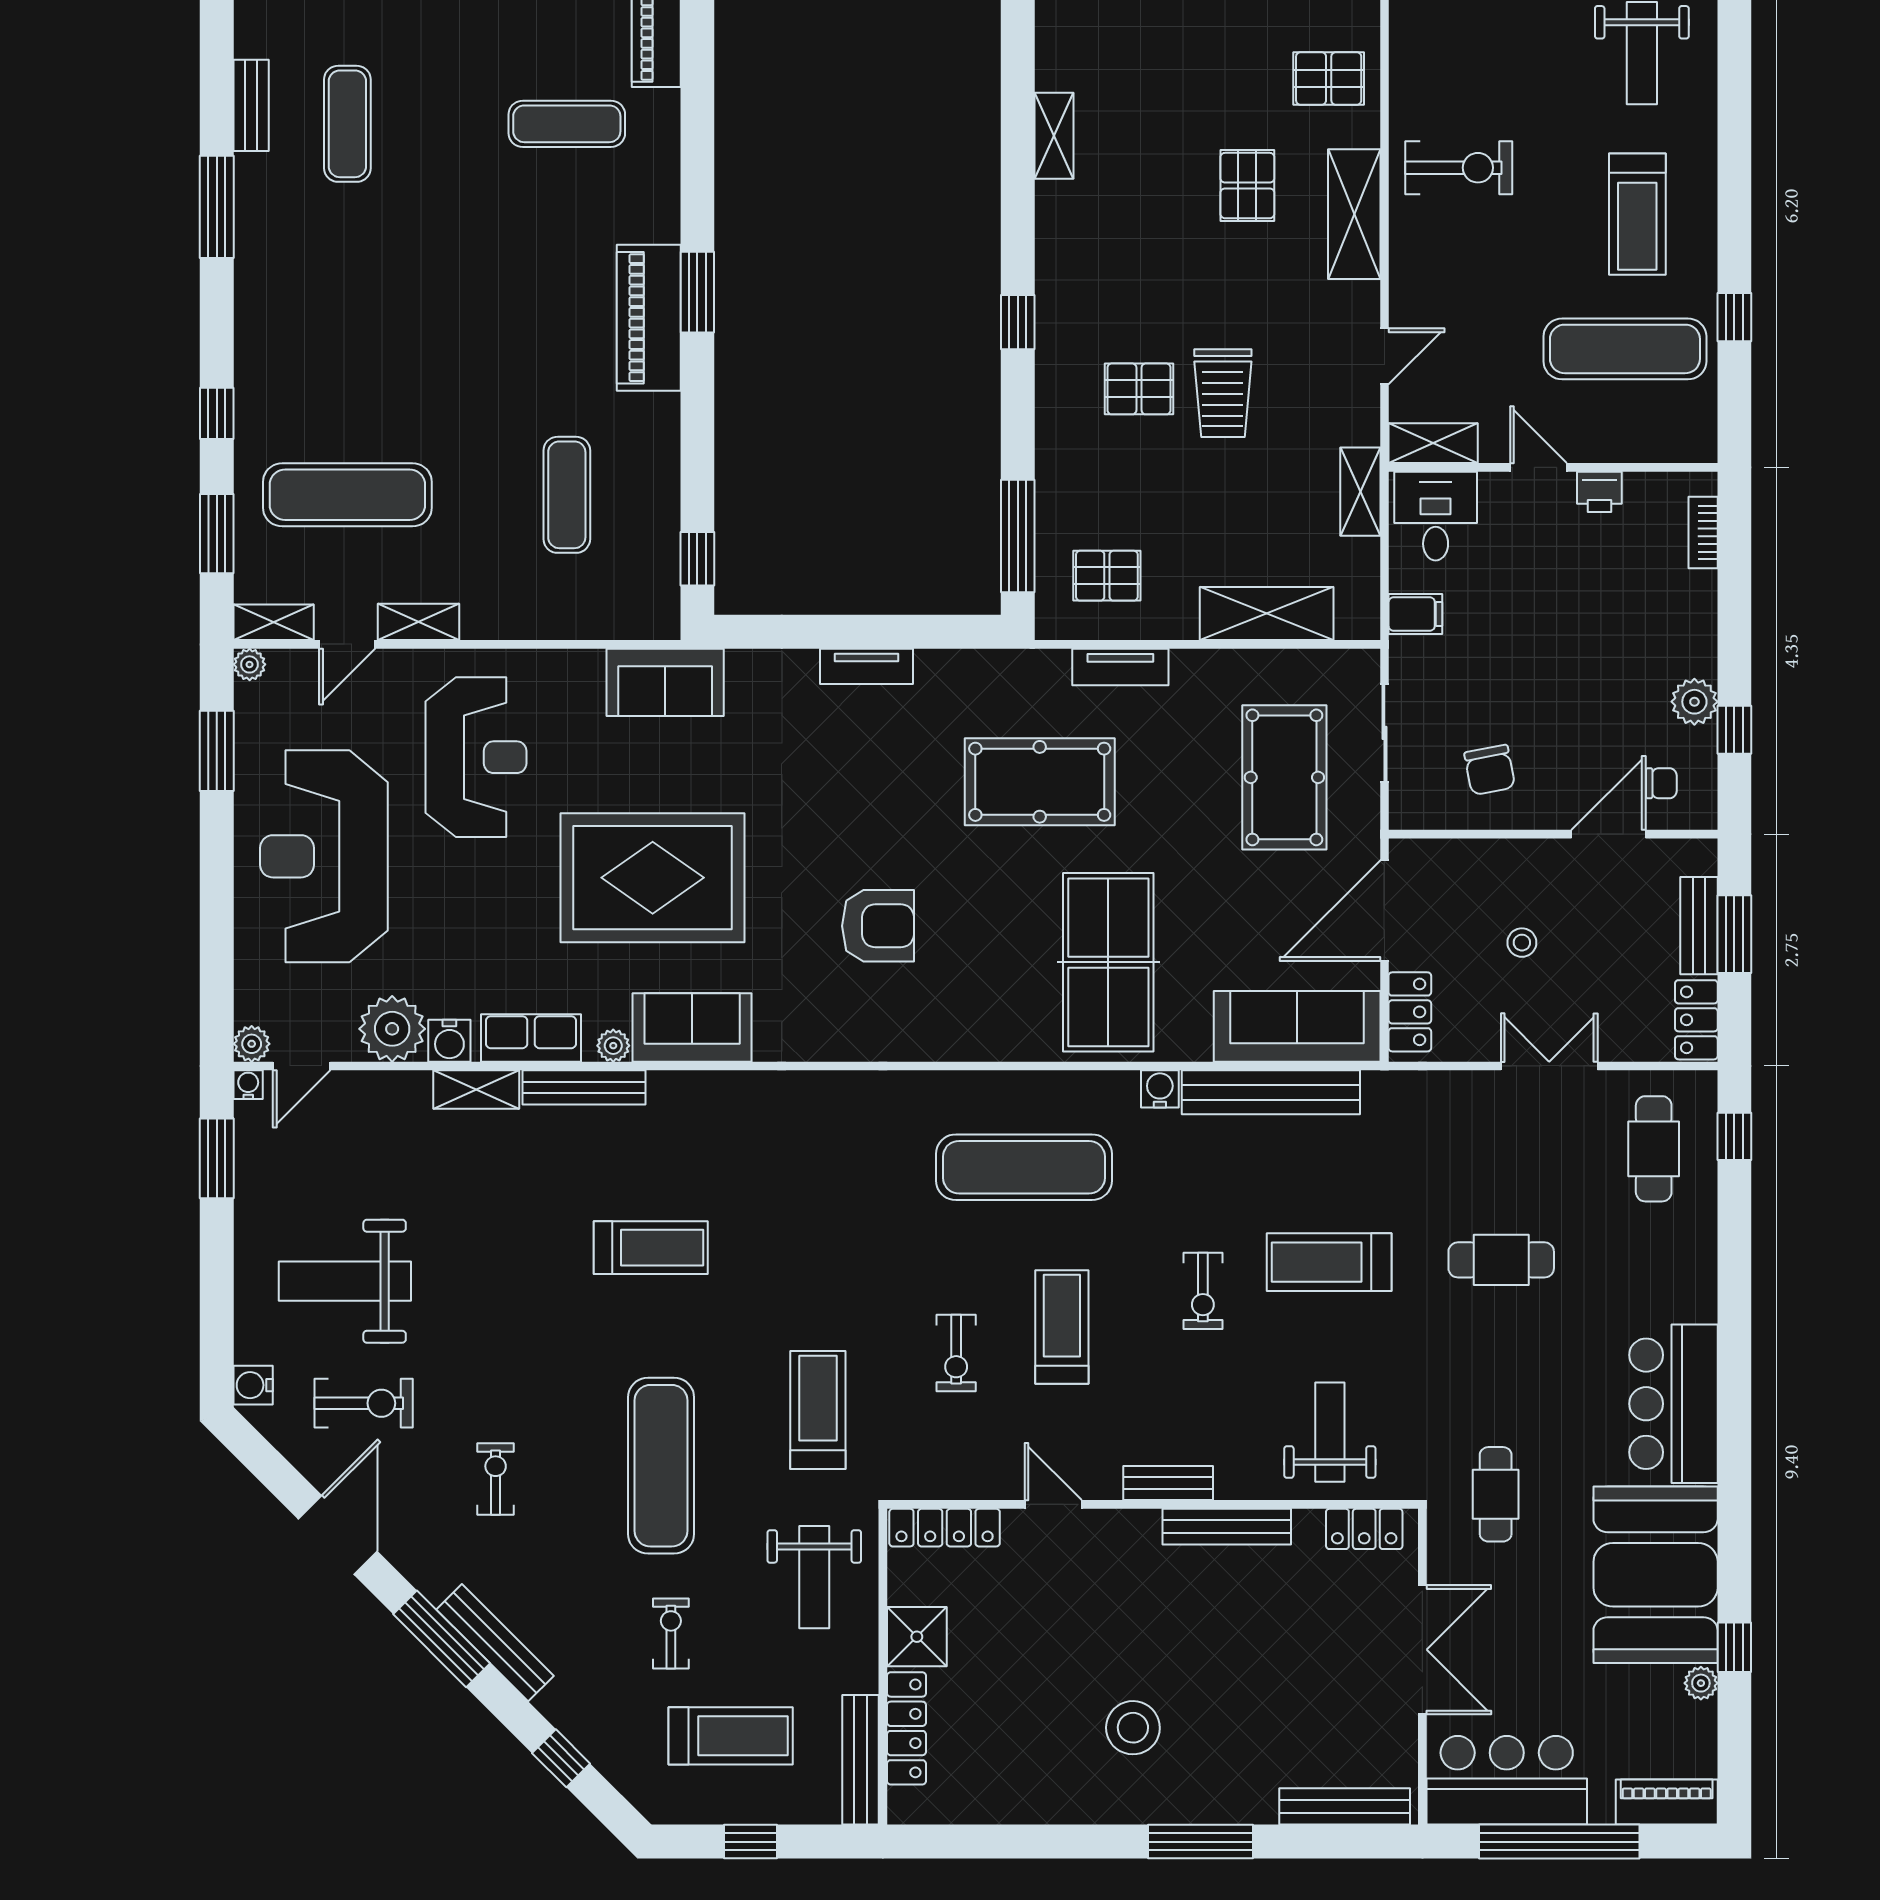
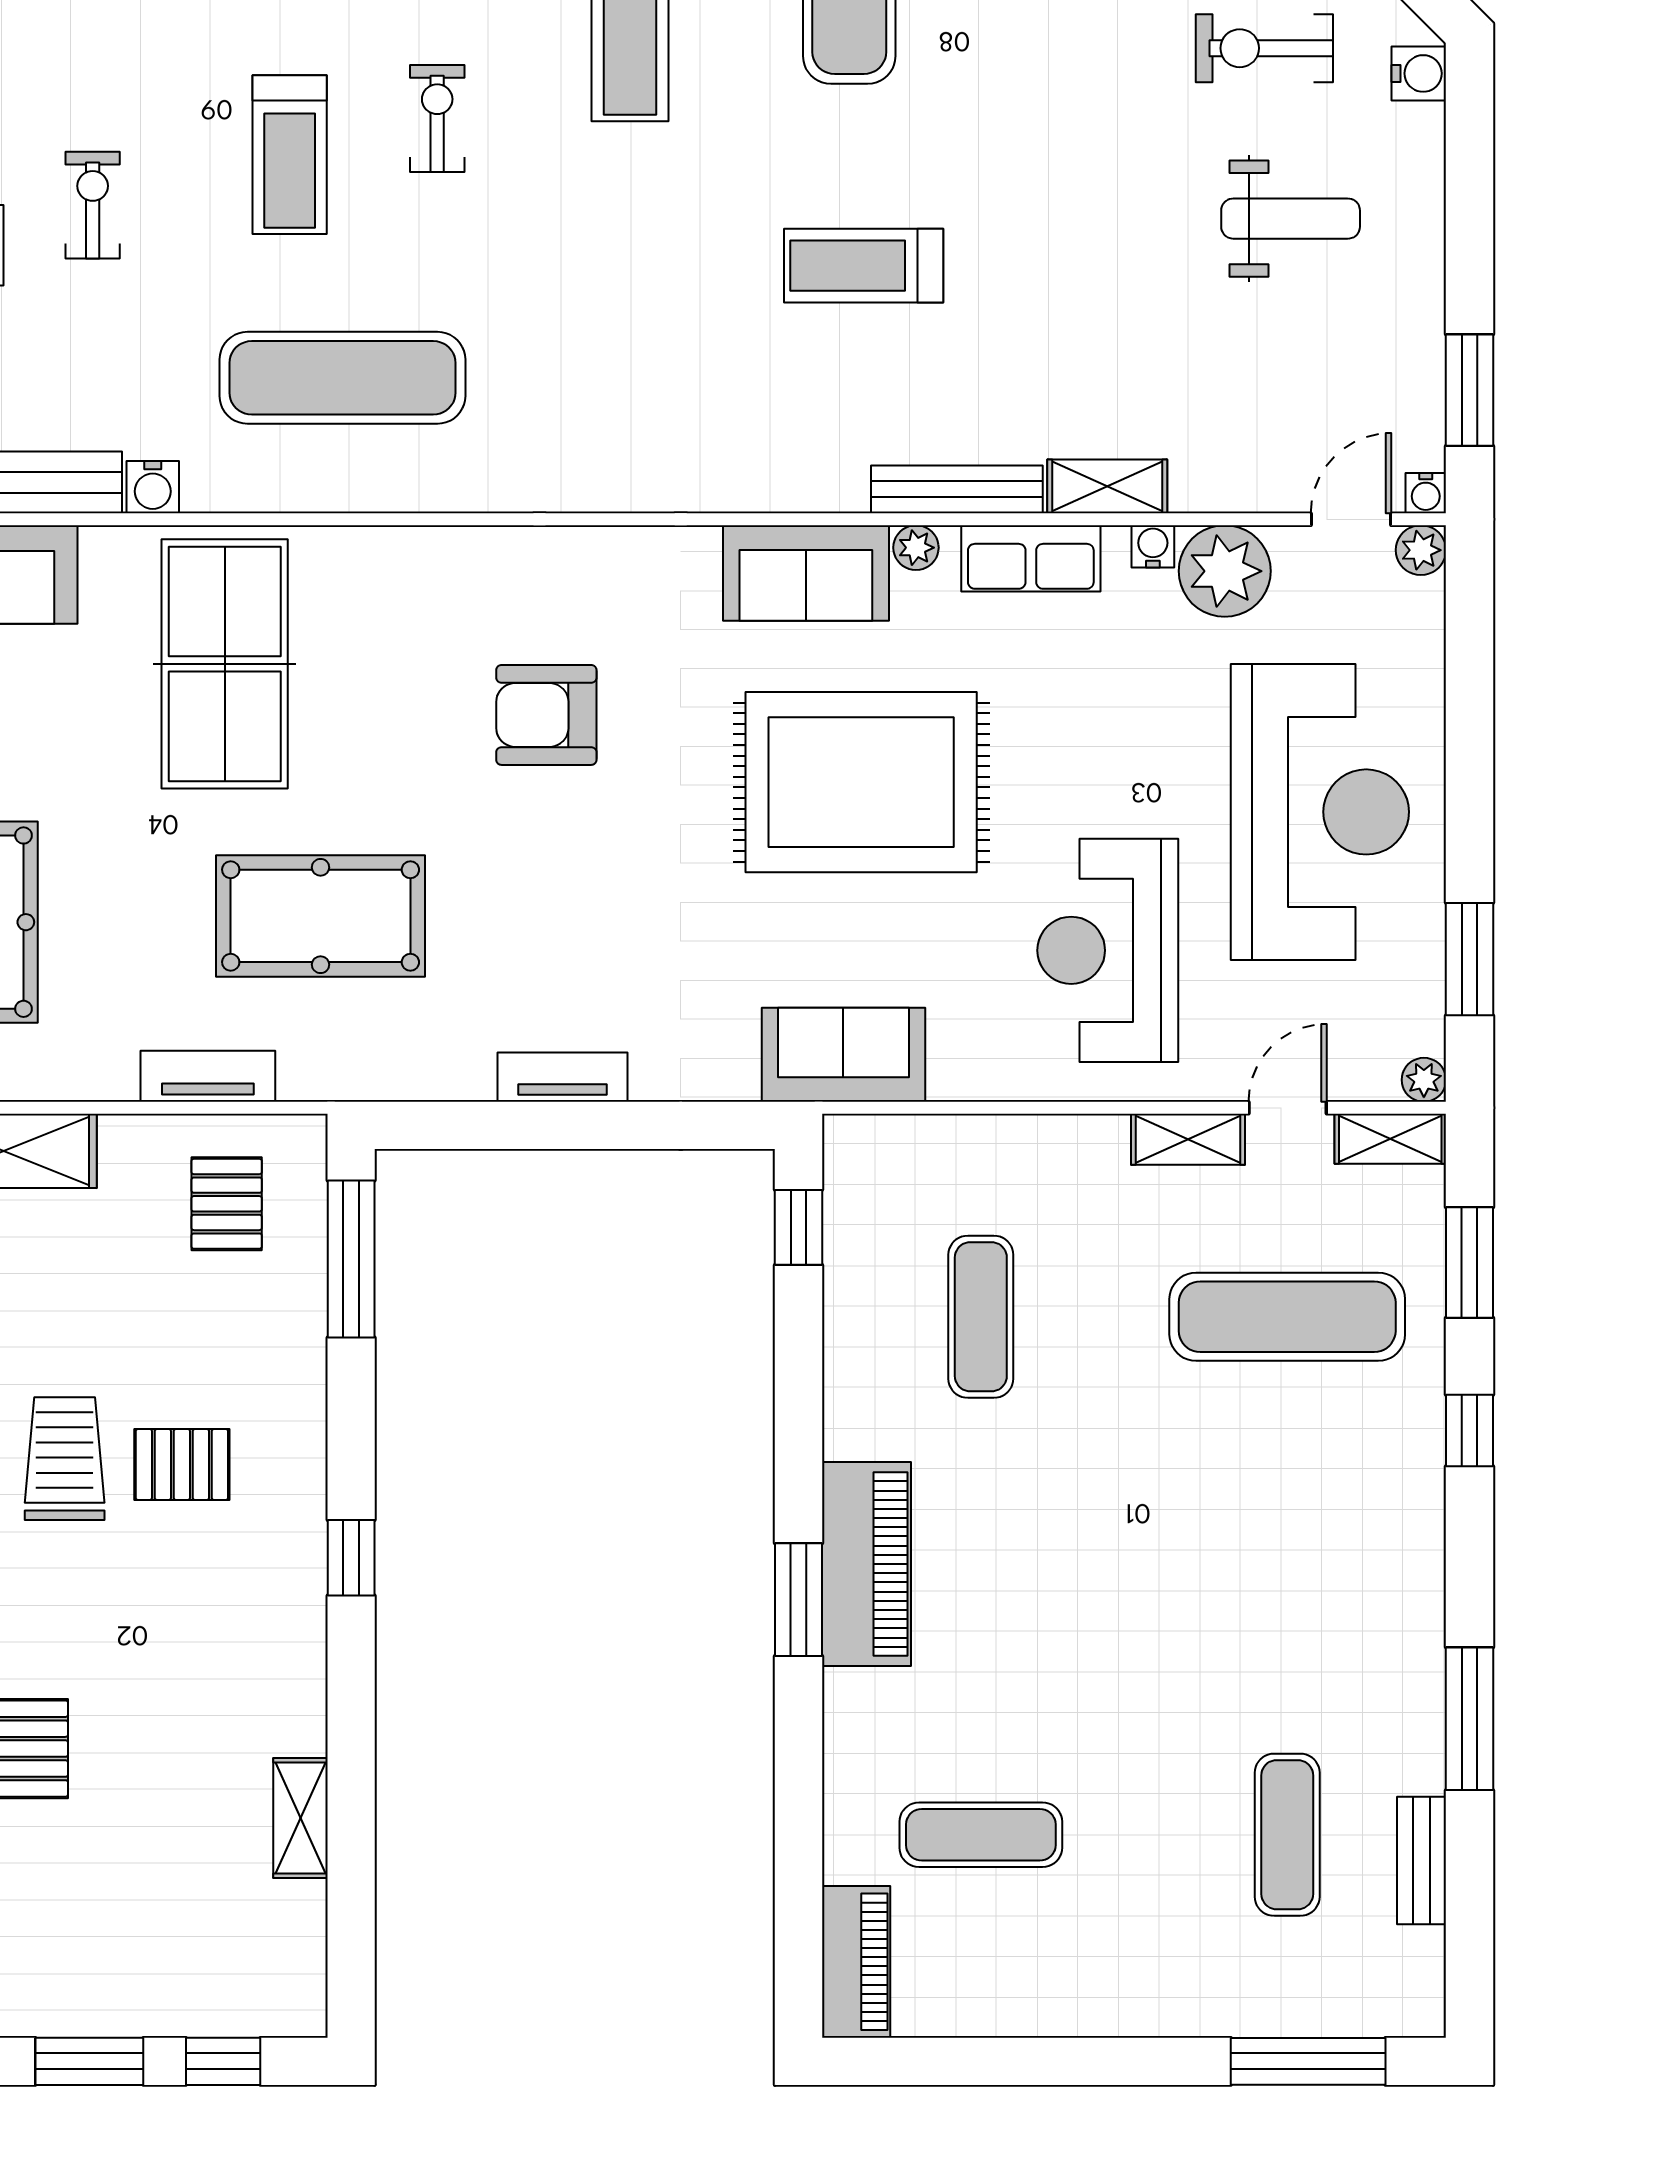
pallet: (1107, 576) -> (227, 1204), turned 90
water cooler: (449, 1041) -> (1153, 546), width x0.72, depth x0.72
weight bench: (345, 1281) -> (1291, 219), width x0.73, depth x0.75

